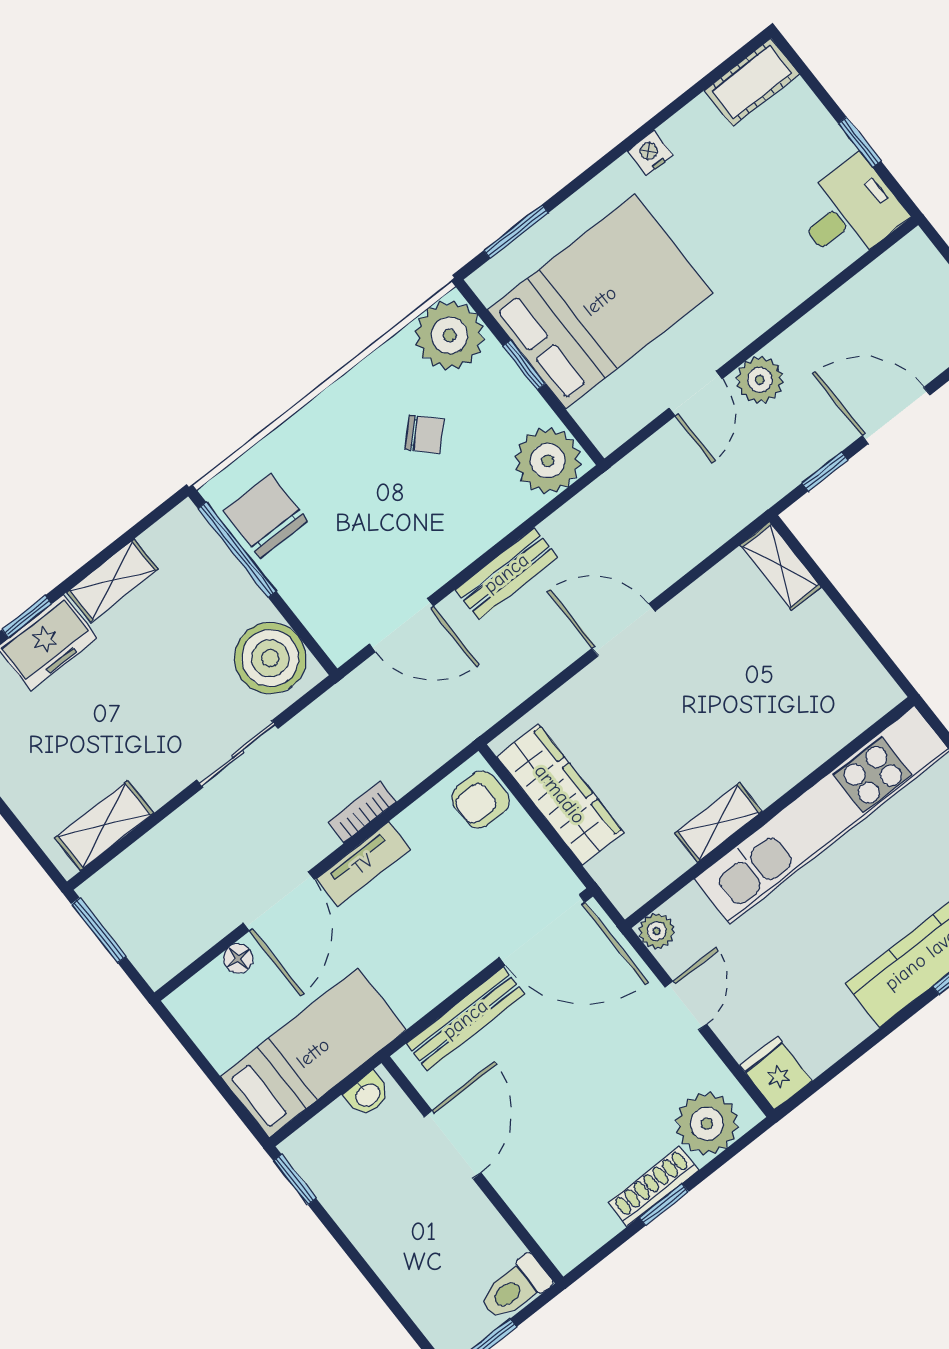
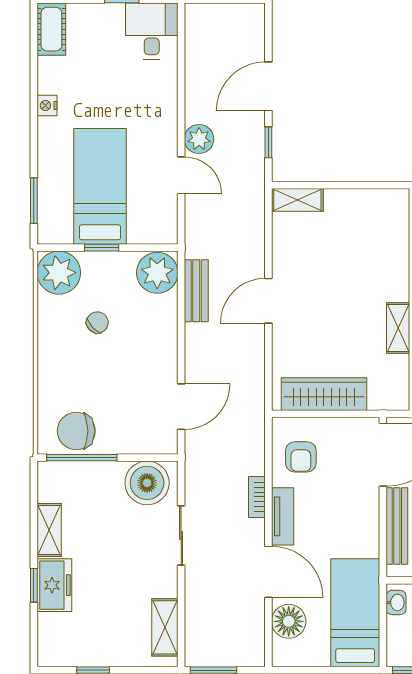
bed: (600, 301) -> (100, 186), width x0.67
bench: (506, 573) -> (196, 291), moved
armchair: (480, 800) -> (301, 457), moved
floor lamp: (238, 959) -> (289, 621), width x1.89, depth x1.89

